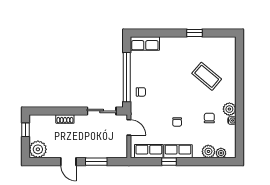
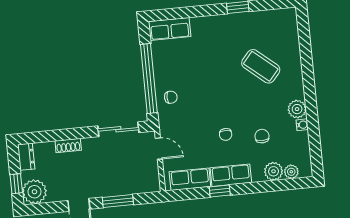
chair: (209, 118) -> (262, 136), moved
dresser: (34, 124) -> (26, 157), added
window: (26, 130) -> (16, 184), moved

